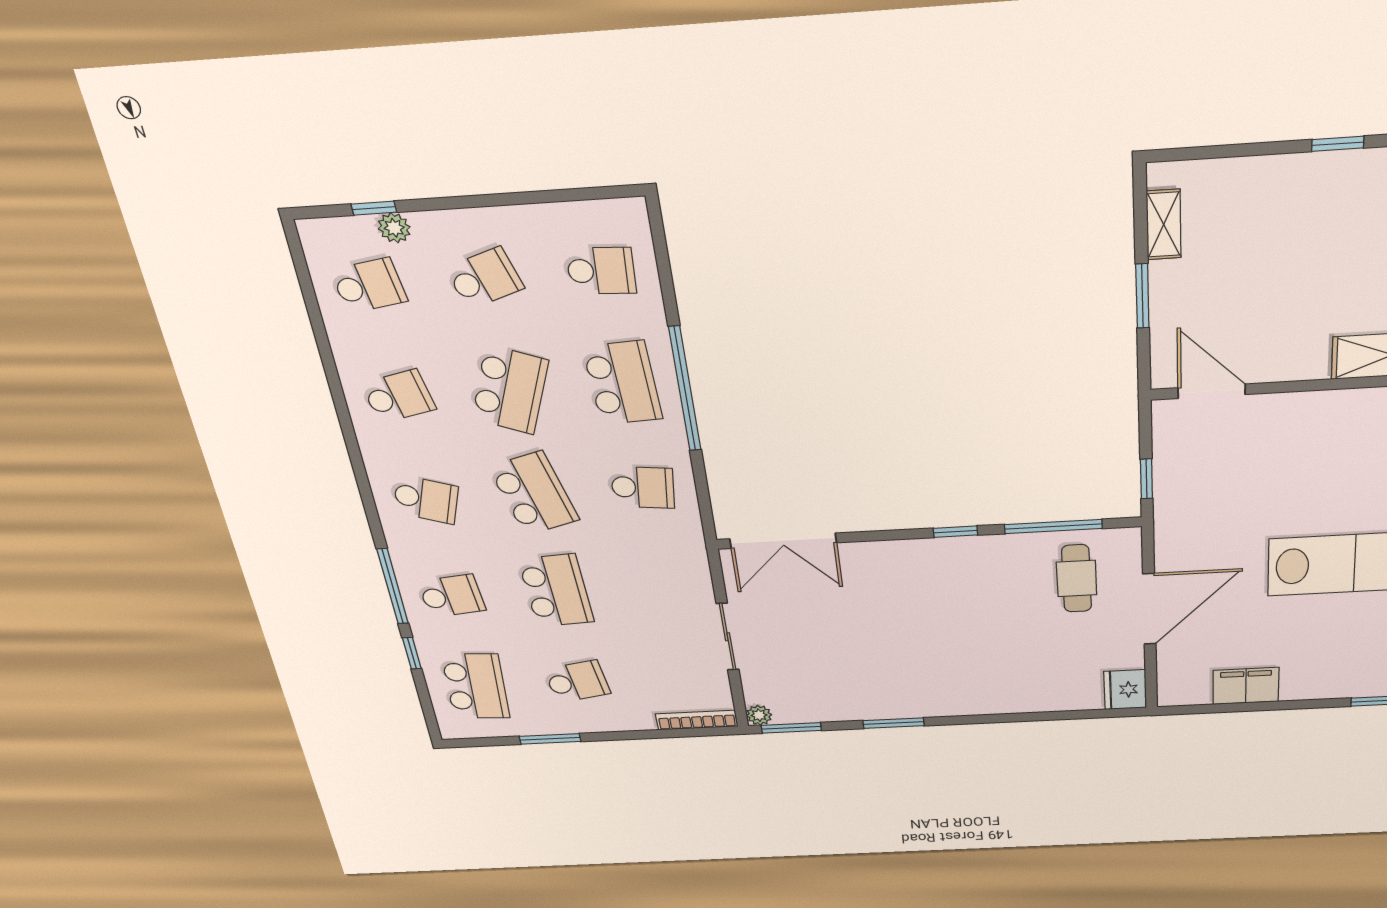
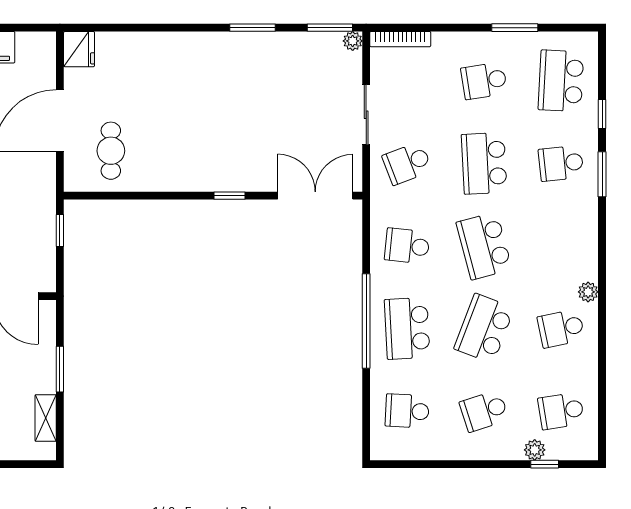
plant: (372, 445) -> (588, 292), added
school desk: (426, 499) -> (407, 163), moved, turned -39
window: (1053, 526) -> (125, 196), removed
window: (955, 532) -> (229, 196), moved
window: (393, 586) -> (602, 174), width x0.69

